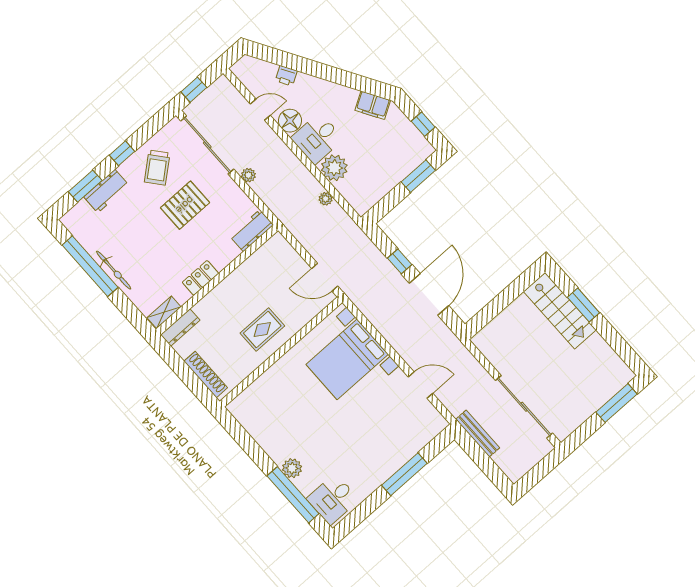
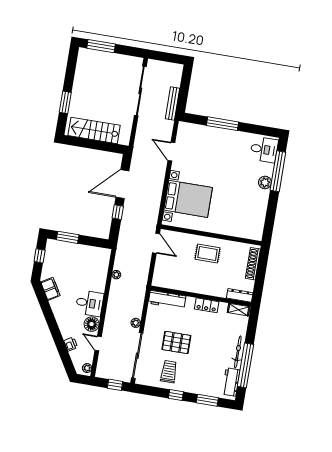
trolley: (157, 168) -> (169, 372), turned -50
plant: (334, 168) -> (87, 368), moved, width x0.53, depth x0.53
workbench: (106, 191) -> (231, 382), moved, turned -90
workbench: (251, 231) -> (167, 300), width x1.38
stairs: (560, 311) -> (94, 130), moved, turned -90

